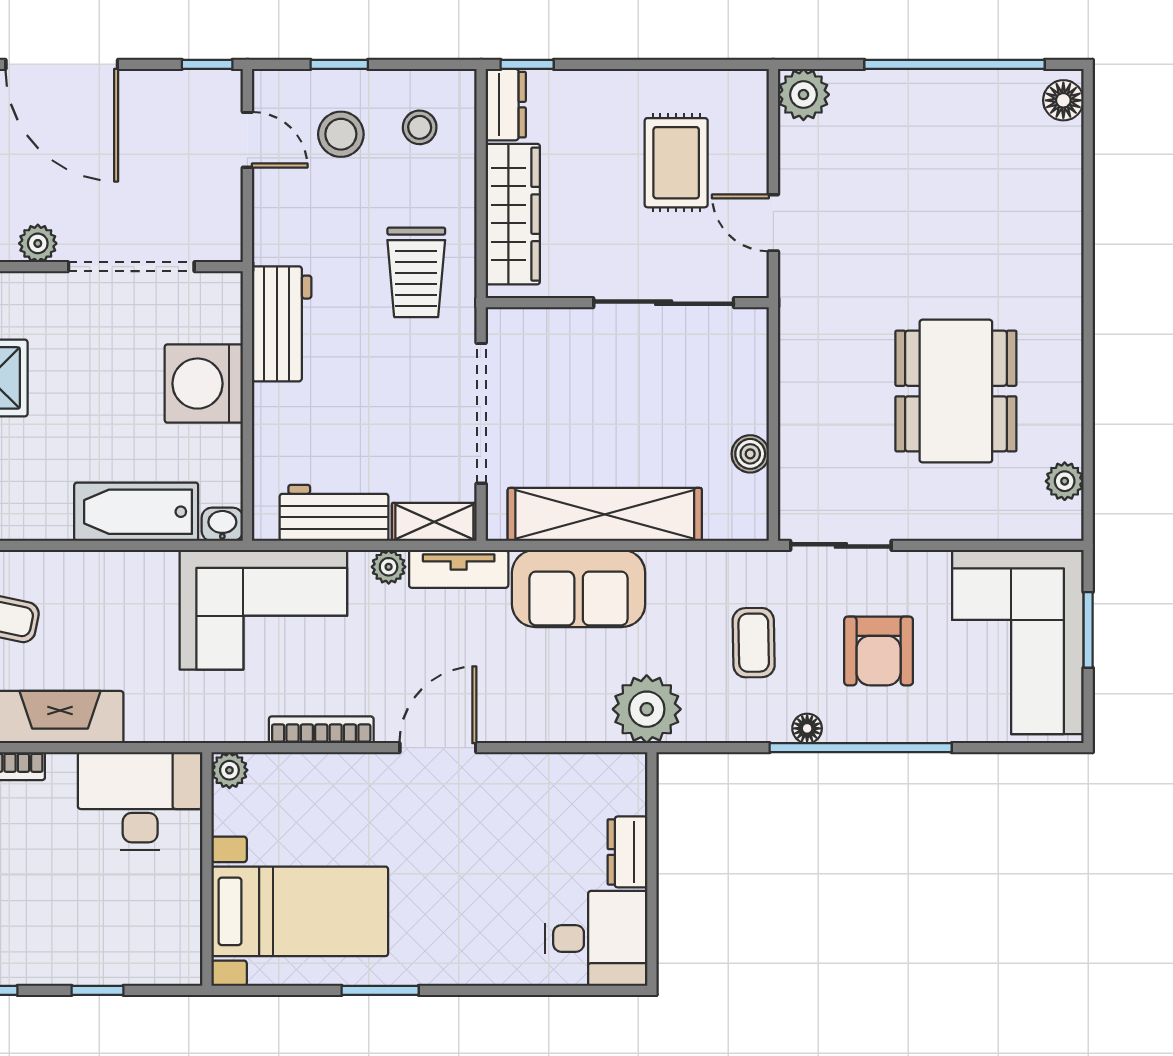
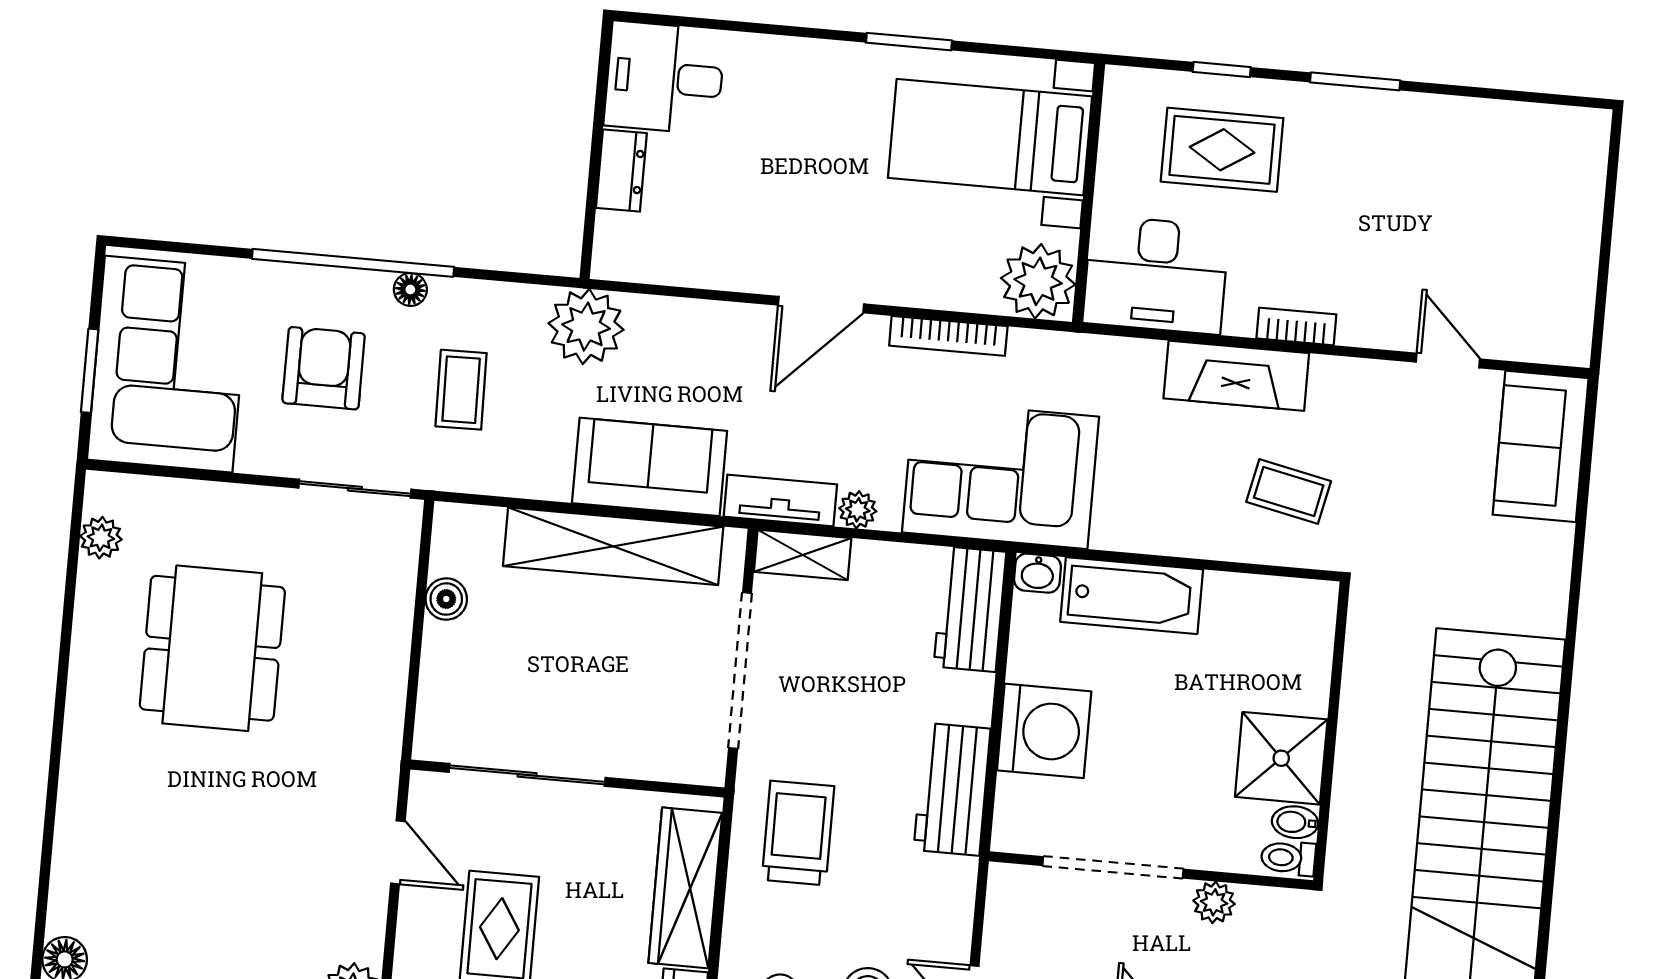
workbench: (334, 513) -> (970, 609), moved, turned 90
plant: (229, 770) -> (1038, 281), width x1.88, depth x1.88
rug: (91, 919) -> (1222, 150), added

